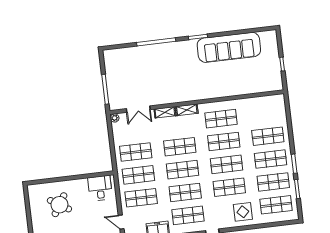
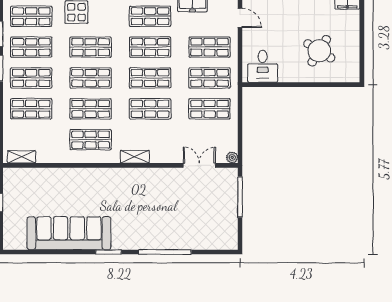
shelving: (165, 112) -> (22, 157), moved

